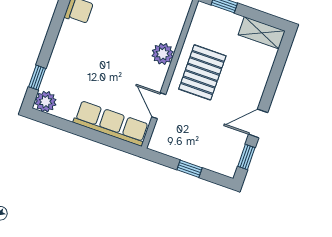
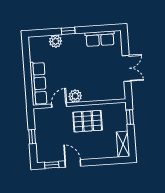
plant: (163, 54) -> (75, 96), moved
window: (37, 78) -> (68, 31), moved
plant: (46, 102) -> (55, 41), moved

